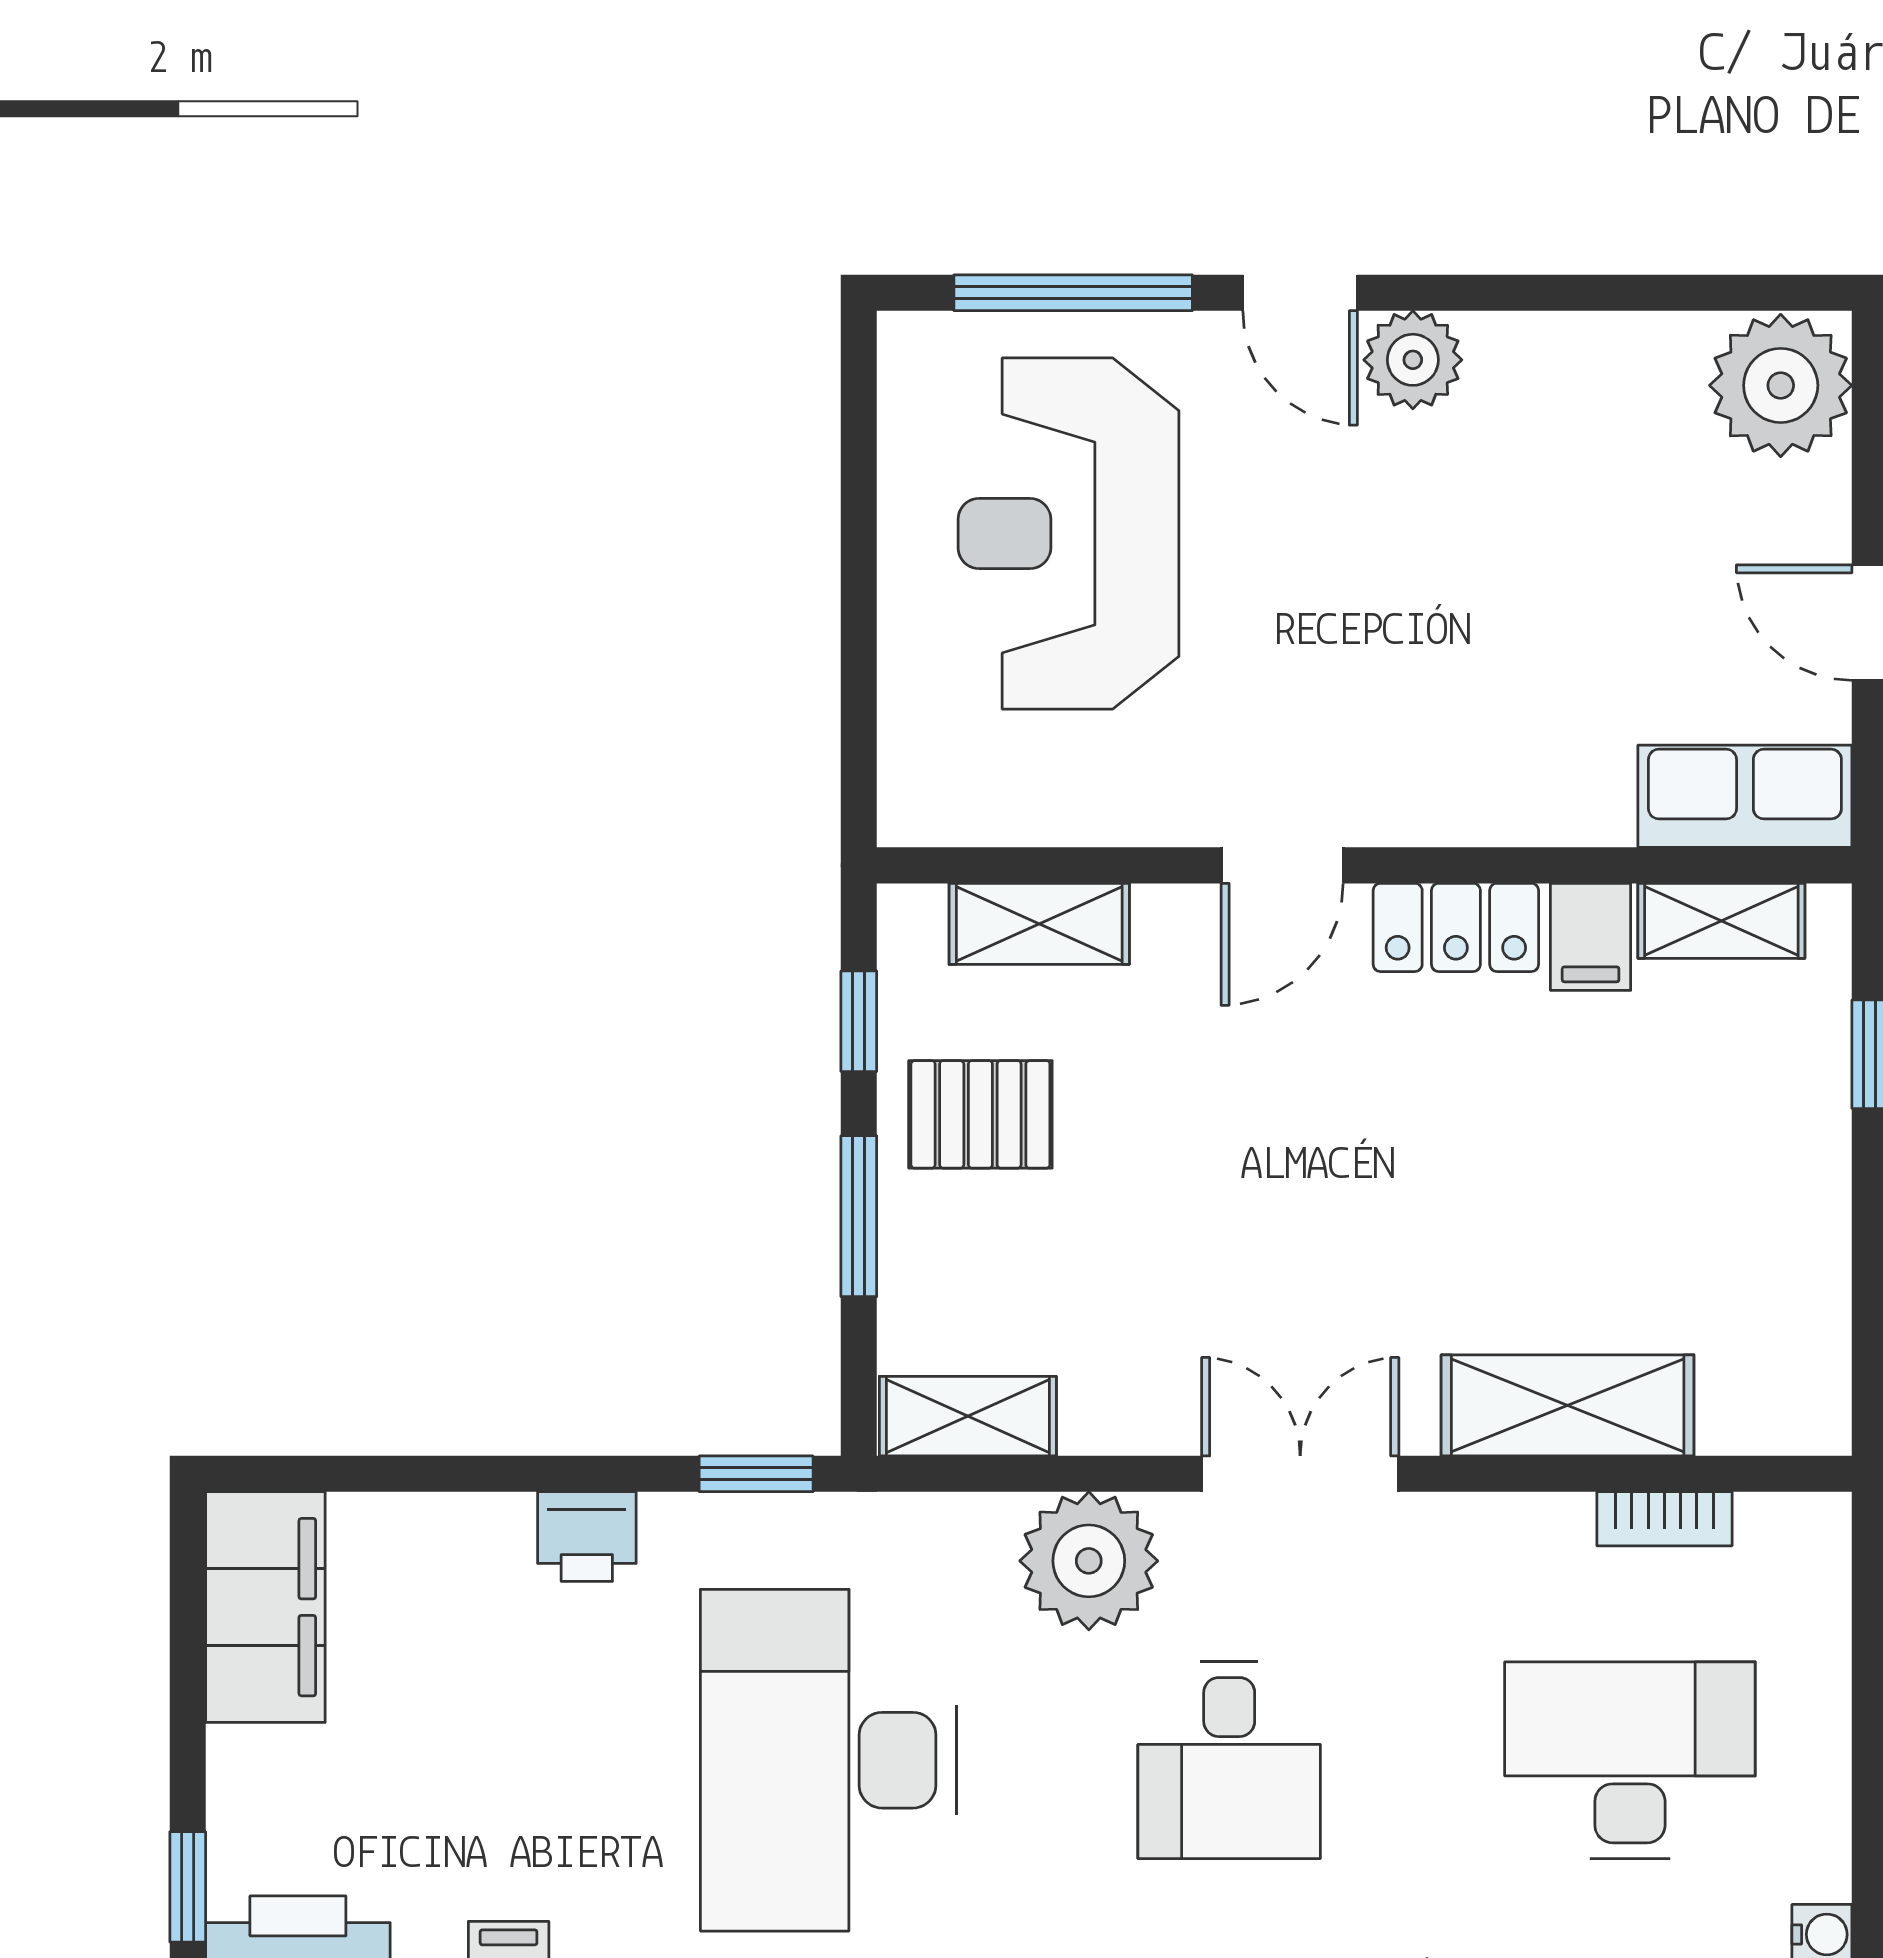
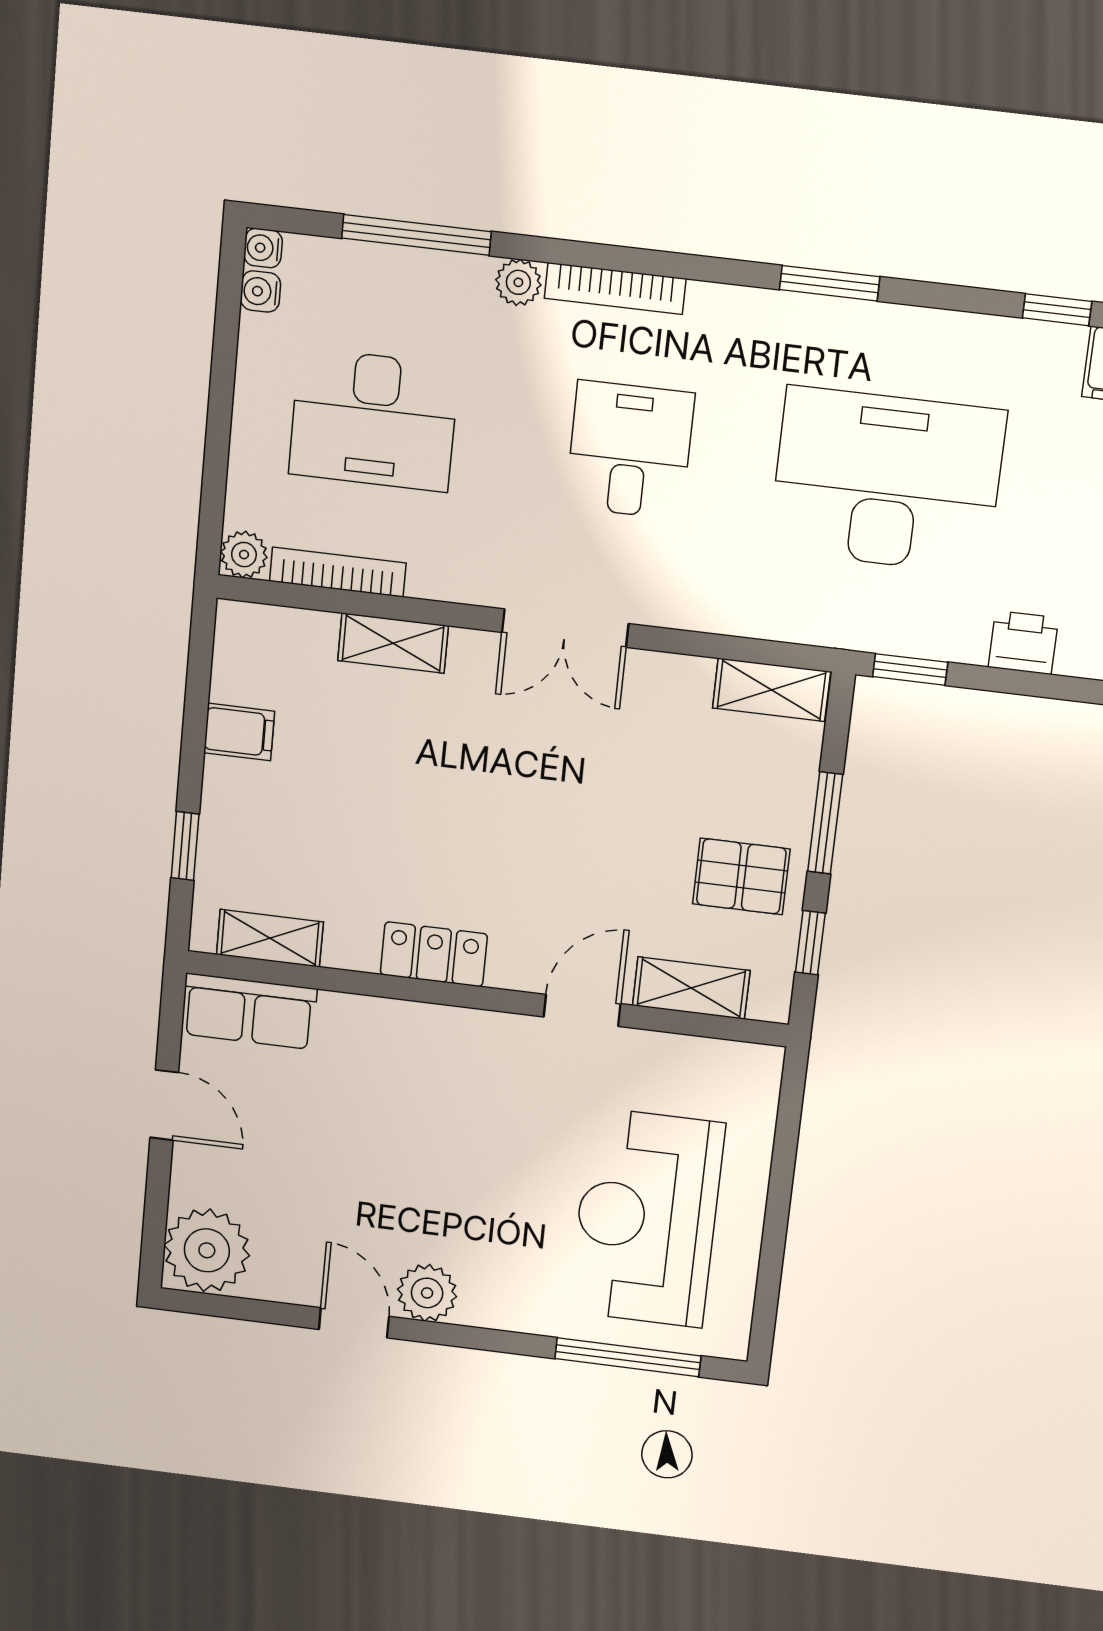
door: (1300, 293) -> (354, 1323), moved
reception desk: (1068, 534) -> (647, 1218), turned 180
door: (1282, 865) -> (582, 1010), moved
filing cabinet: (1591, 937) -> (239, 732), moved, turned 90
shelving: (1568, 1405) -> (393, 643), width x0.67, depth x0.75
bookcase: (1664, 1519) -> (338, 572), width x1.56
plant: (1089, 1561) -> (244, 555), moved, width x0.53, depth x0.53
desk: (828, 1760) -> (887, 481), turned -90

